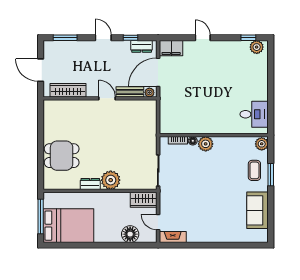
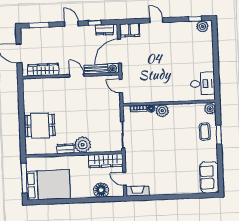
door: (158, 113) -> (121, 86), added
wardrobe: (144, 200) -> (106, 161), width x1.50
sofa: (258, 210) -> (209, 177), moved

